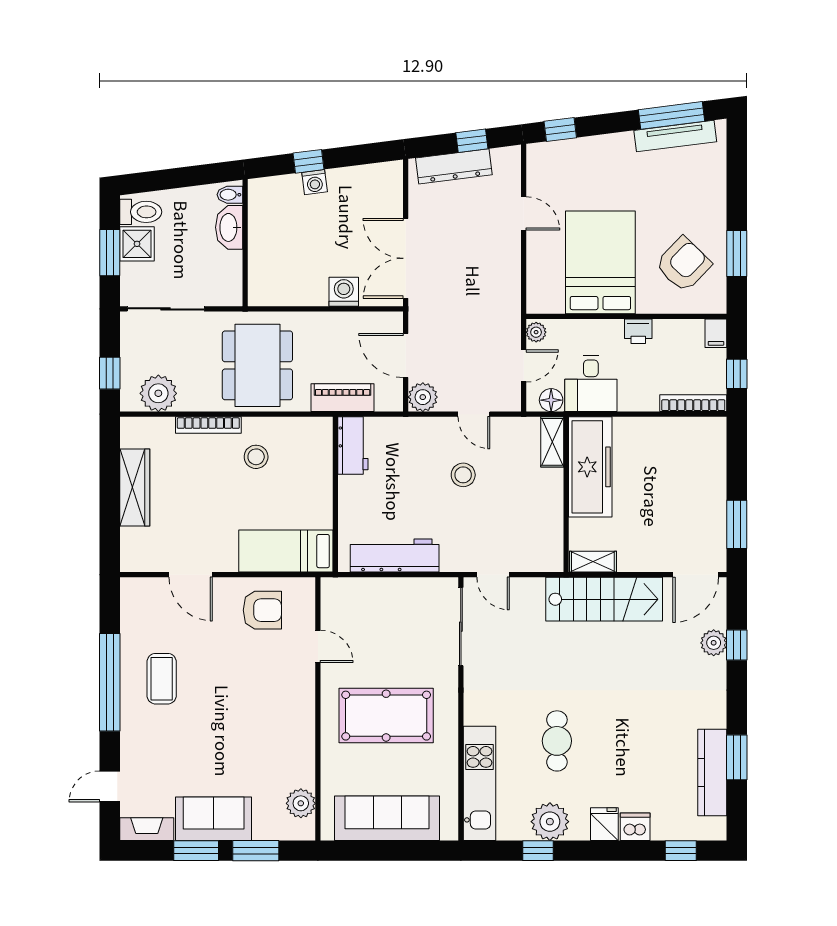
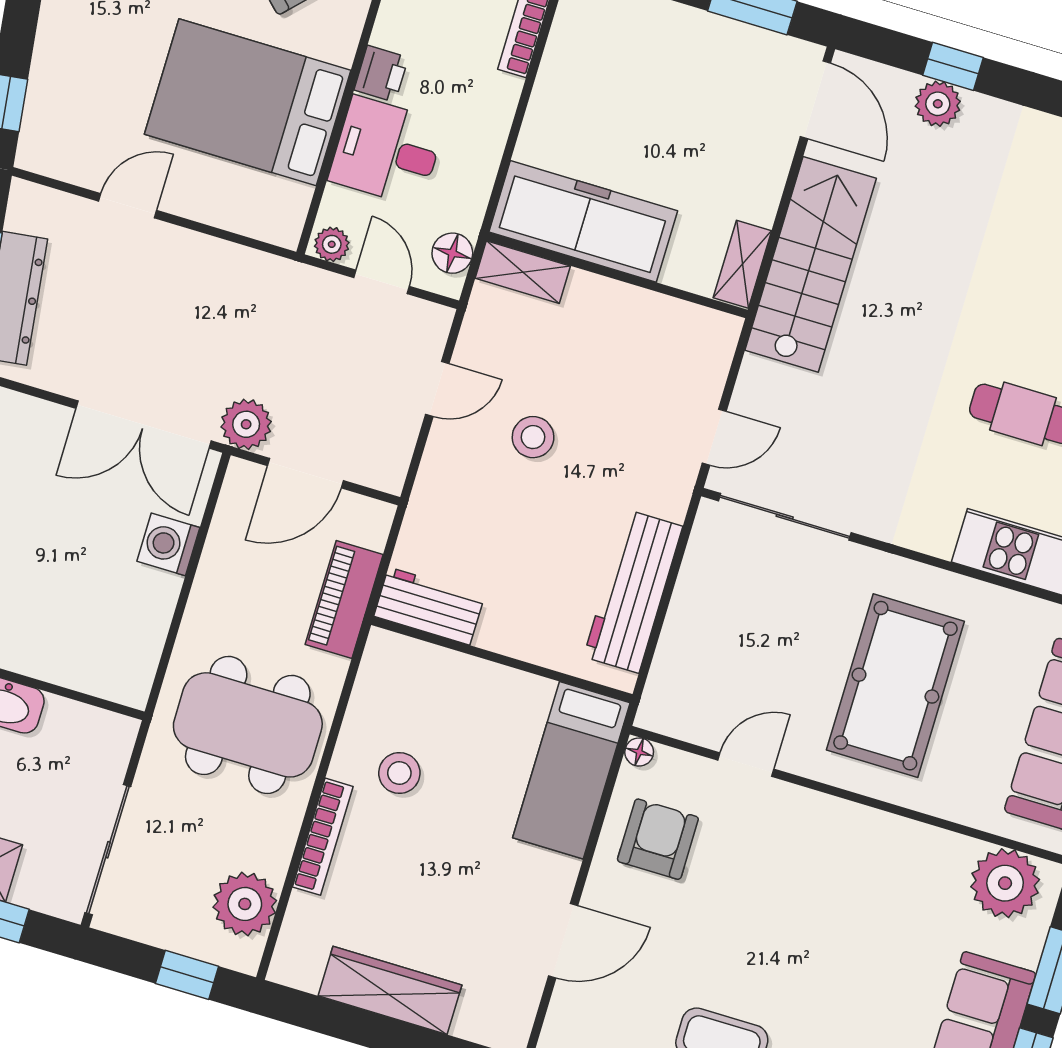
desk: (591, 384) -> (387, 151), moved, turned 180
plant: (423, 397) -> (246, 424), moved
floor lamp: (307, 585) -> (639, 752), added
plant: (301, 803) -> (1005, 883), width x1.36, depth x1.36

